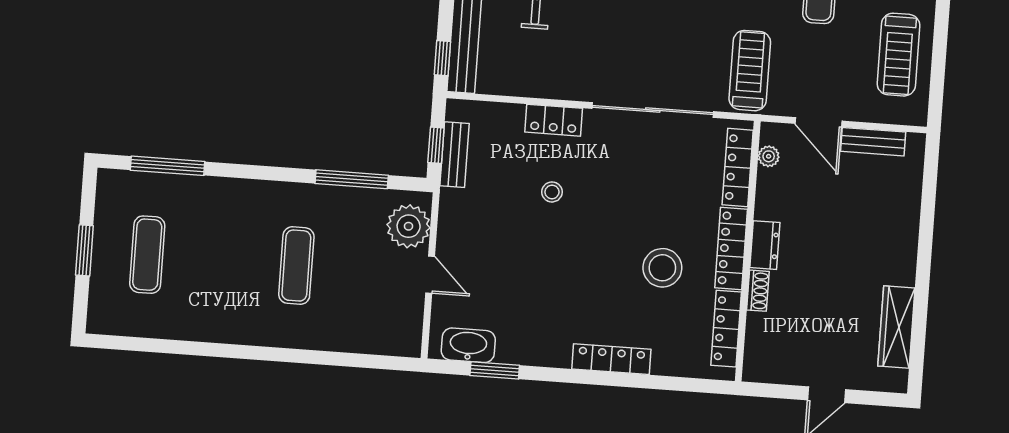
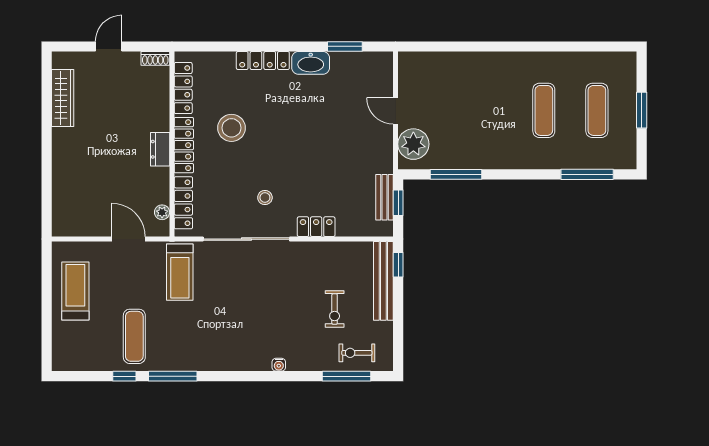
bench: (873, 142) -> (89, 228), removed
stool: (552, 192) -> (265, 198), moved
exercise mat: (296, 266) -> (544, 110), moved
shoe rack: (758, 291) -> (155, 58), moved, turned -90
washbasin: (468, 345) -> (311, 63), moved

